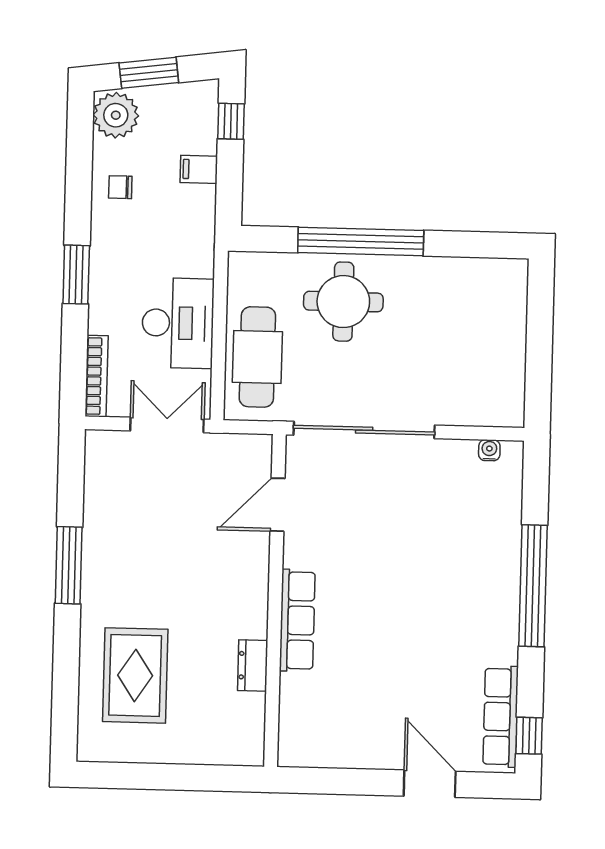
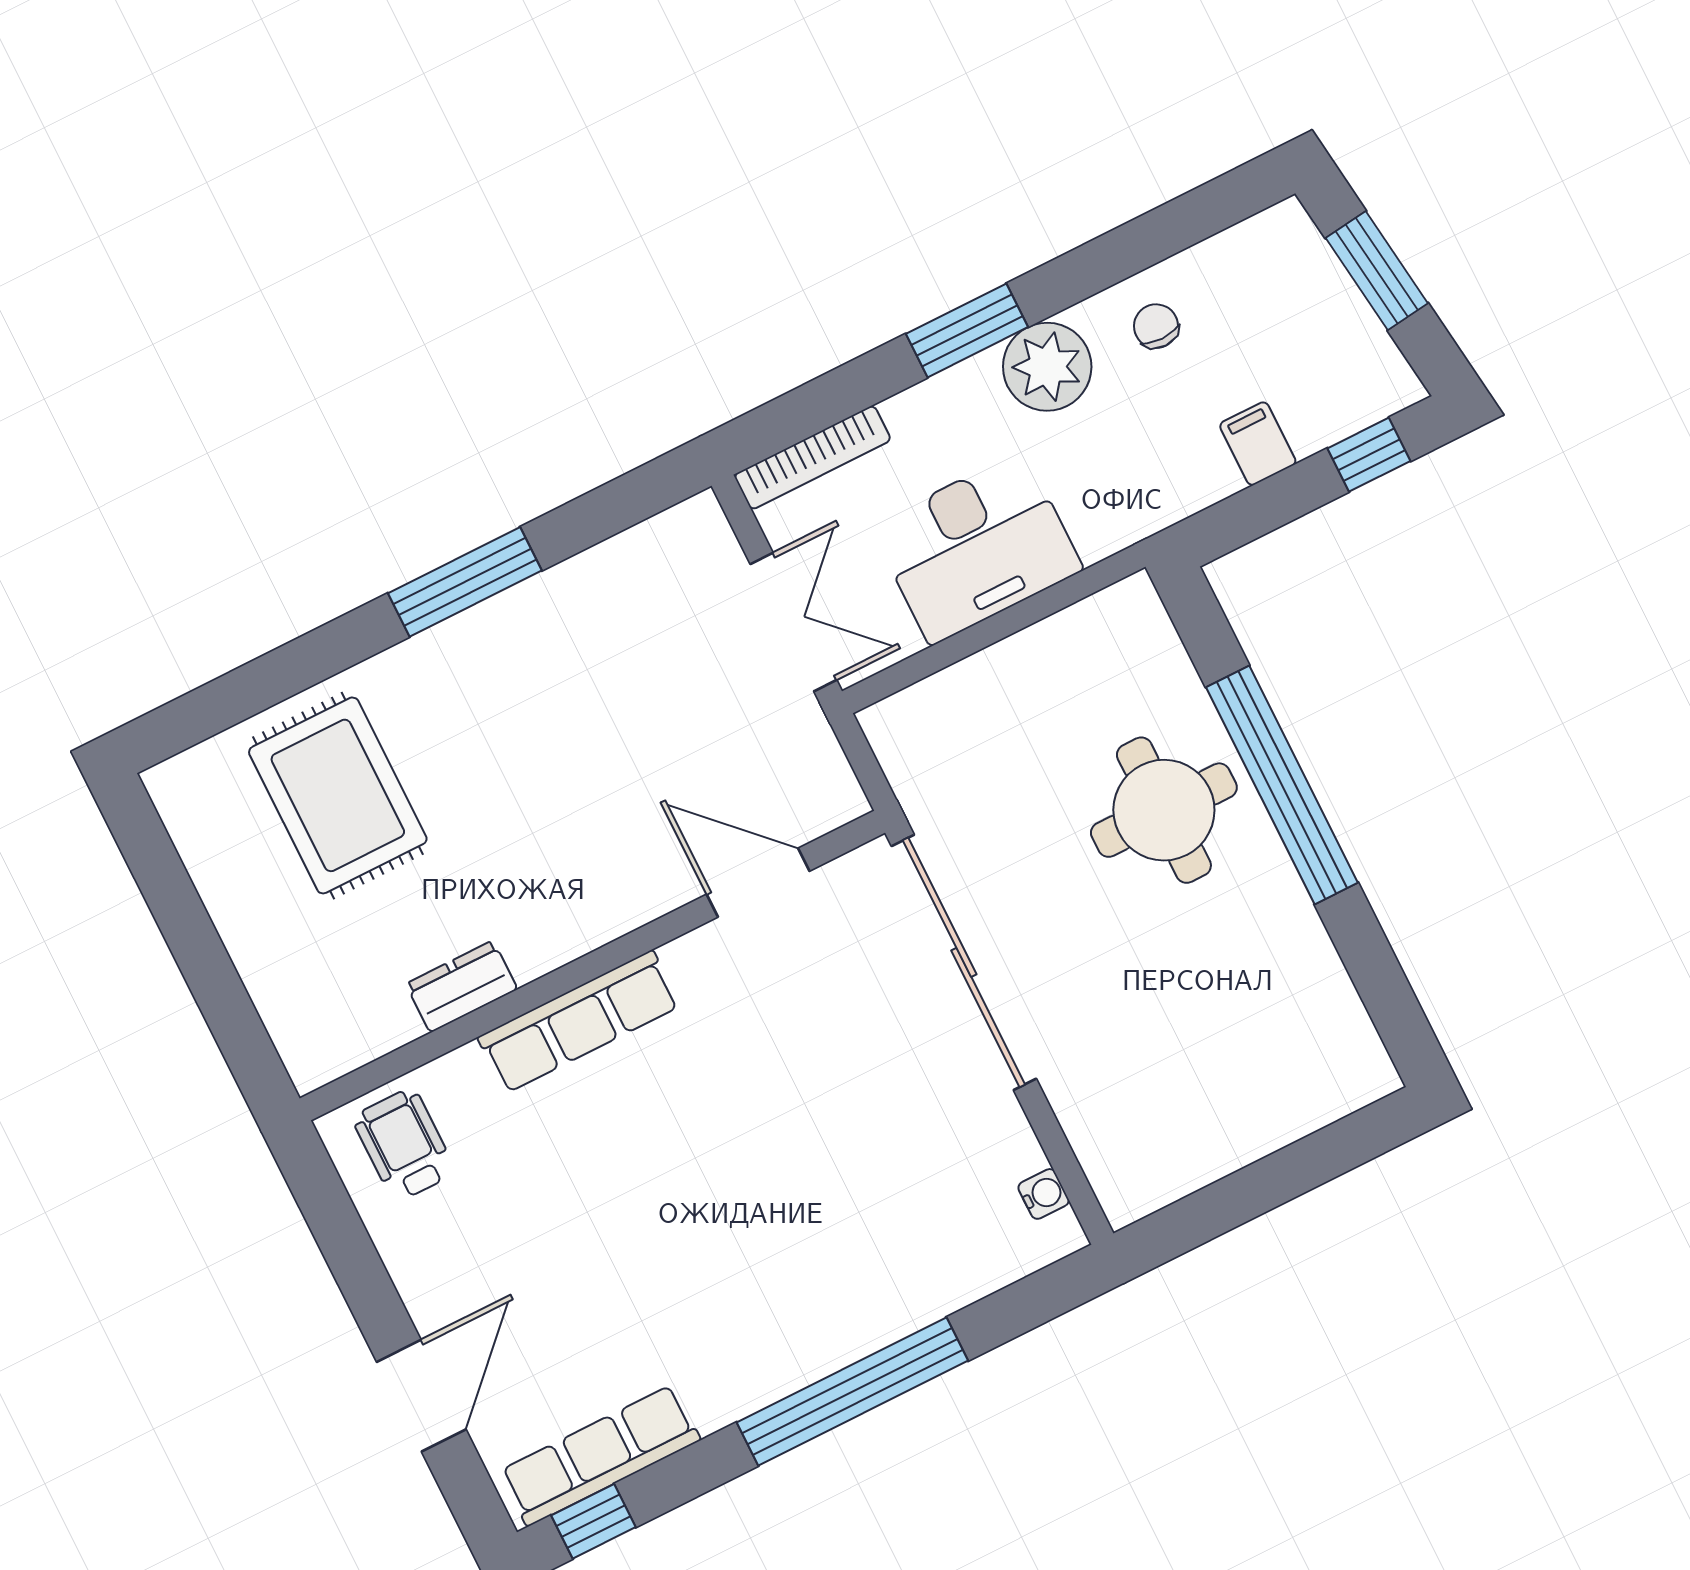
plant: (116, 115) -> (1047, 367), moved
cafe table: (257, 357) -> (991, 714), removed
rug: (135, 675) -> (338, 795), turned 90
wheelchair: (311, 730) -> (404, 1145), added

